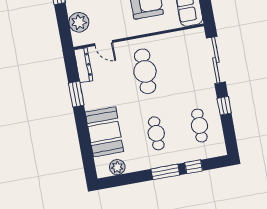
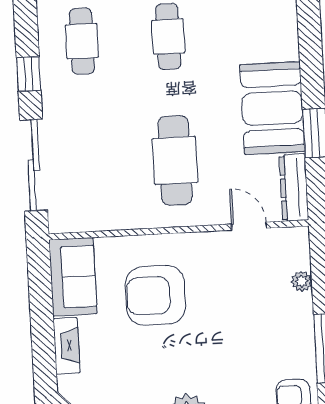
plant: (79, 22) -> (302, 281), width x0.53, depth x0.53
booth: (104, 132) -> (272, 108), moved

